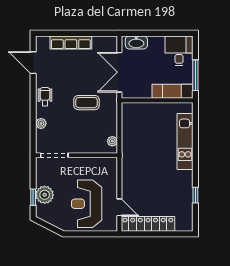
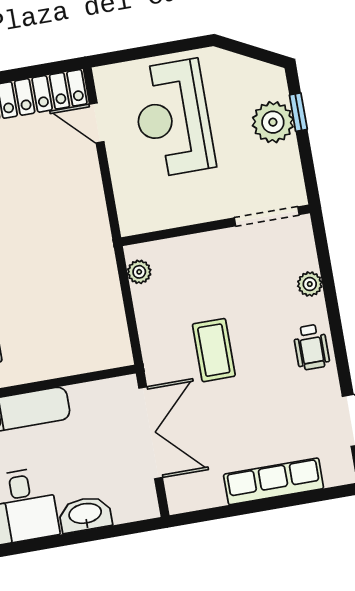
washbasin: (136, 42) -> (85, 514), moved
coffee table: (87, 103) -> (214, 350), turned 90
reception desk: (87, 204) -> (173, 118), turned 180

